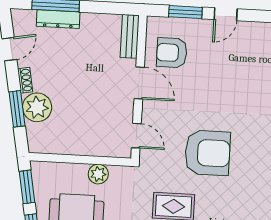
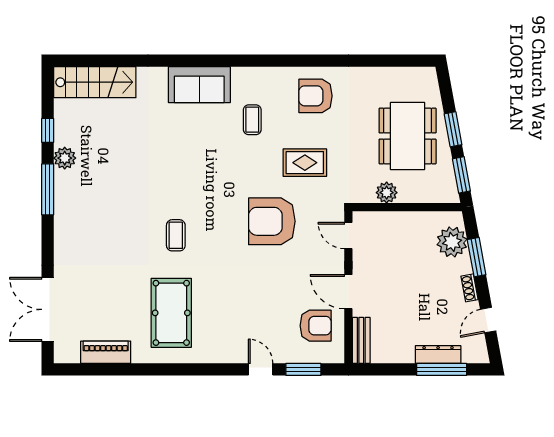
door: (226, 14) -> (261, 369), hinge flipped
plant: (37, 107) -> (452, 242), moved

